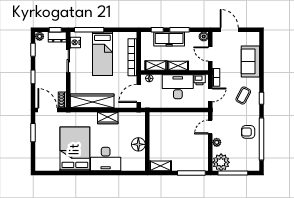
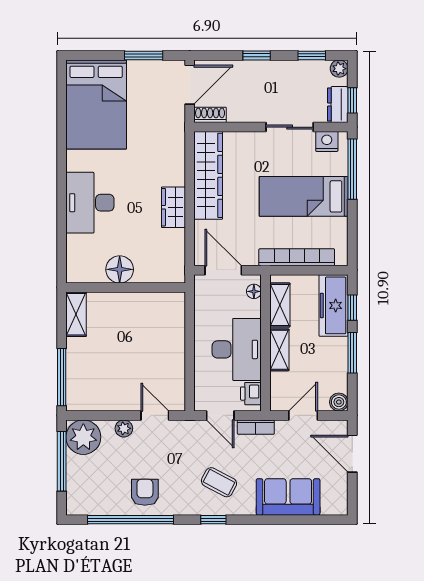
door: (229, 30) -> (352, 454), swing flipped
freezer: (169, 39) -> (334, 305), moved
bed: (75, 149) -> (96, 104), moved, turned 90

